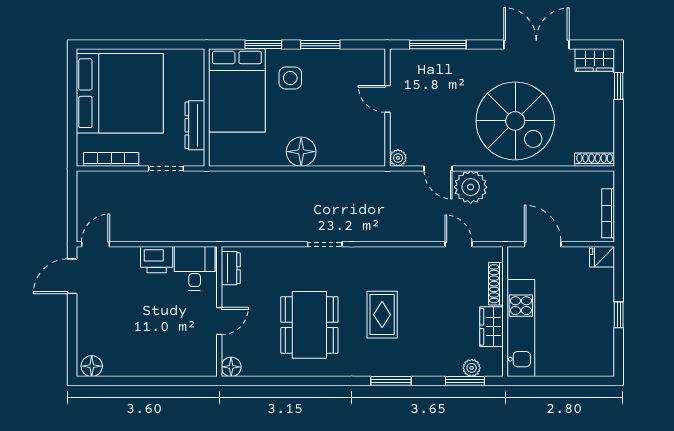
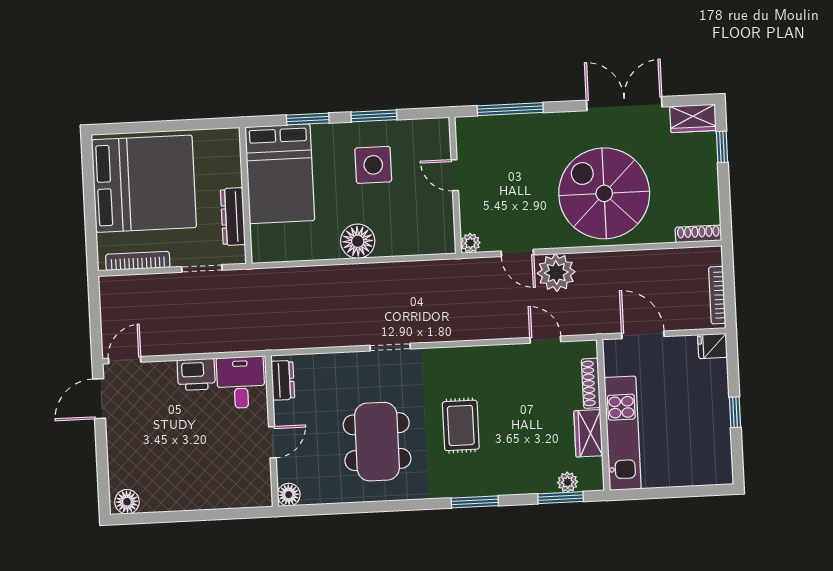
side table: (290, 78) -> (373, 165), moved, width x1.37, depth x1.37
spiral stairs: (515, 121) -> (604, 193), turned 180

